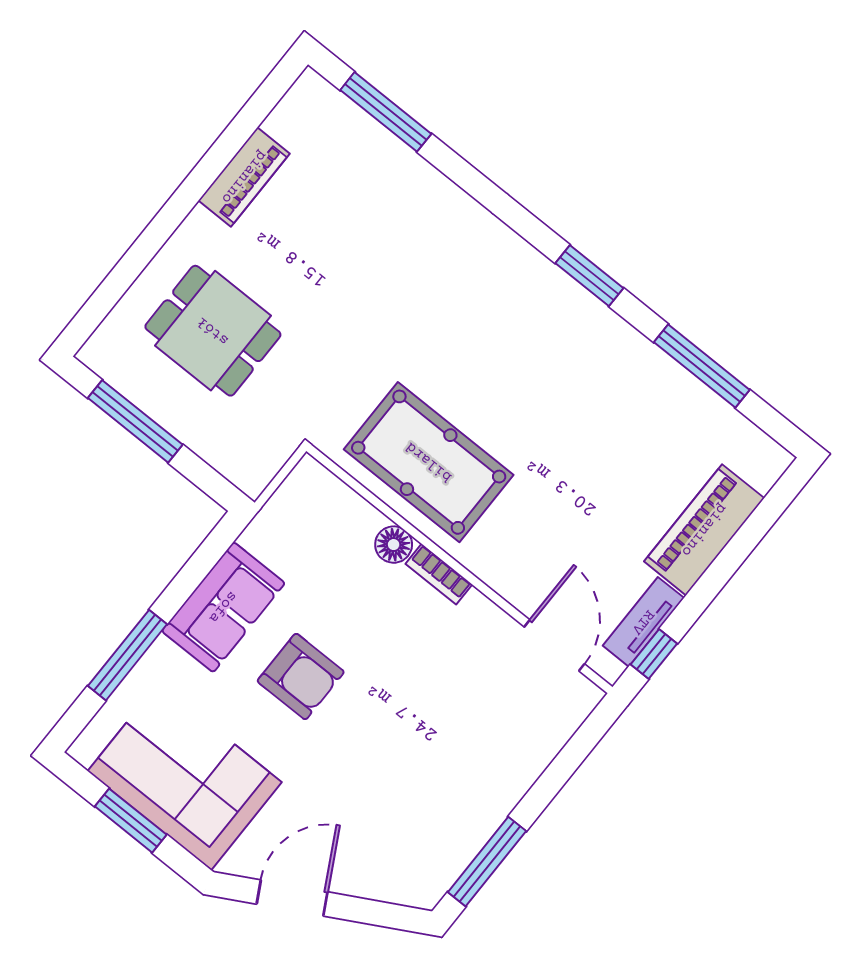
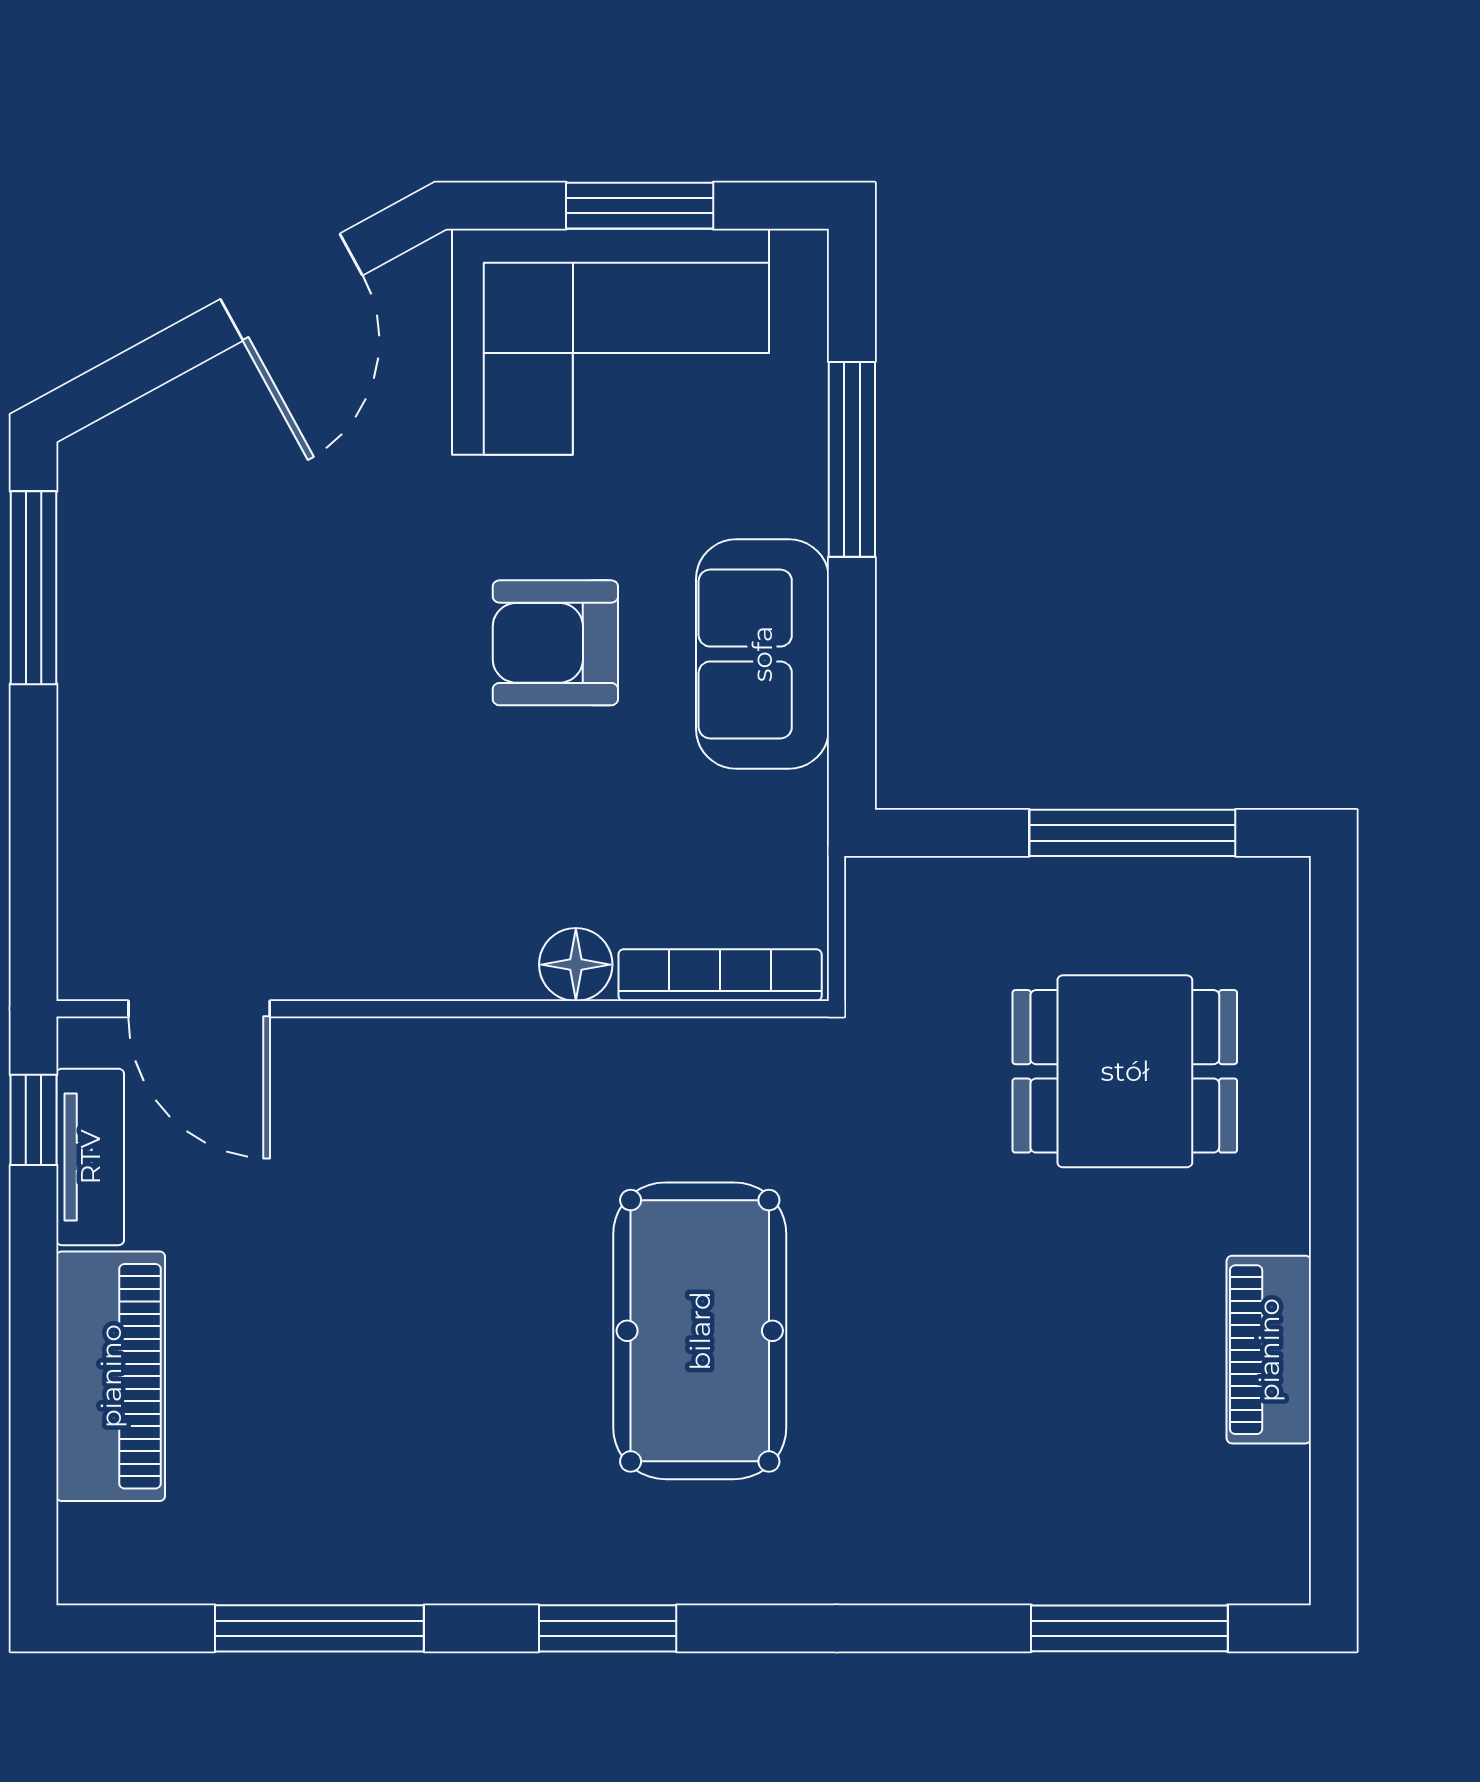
pool table: (429, 462) -> (700, 1331), moved, turned 90
bookcase: (439, 574) -> (720, 975), moved, width x1.56

